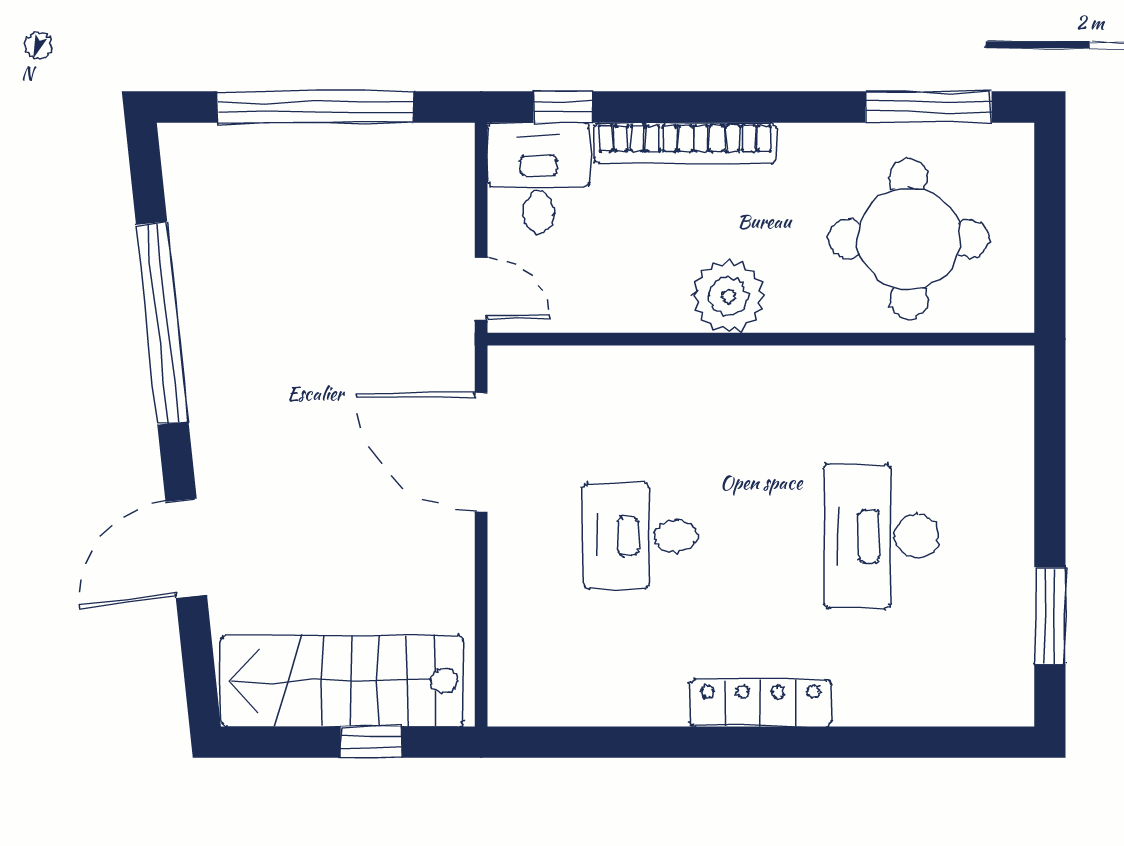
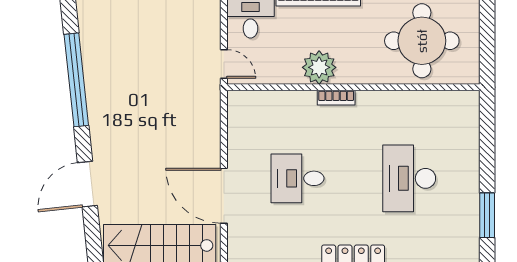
plant: (728, 296) -> (319, 67), moved
bookcase: (724, 361) -> (336, 98), added
door: (481, 452) -> (224, 196), moved

